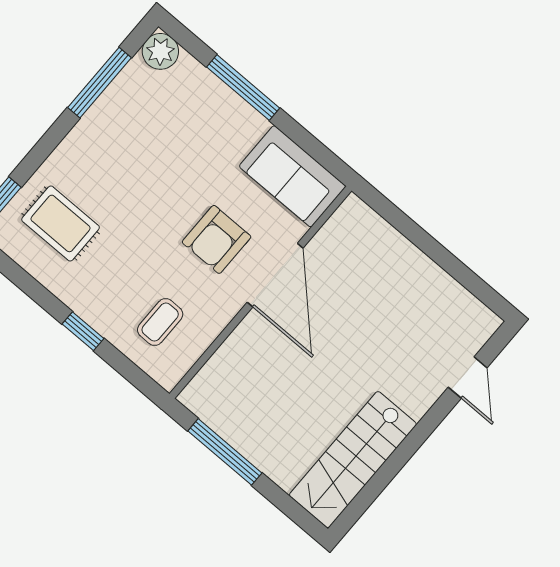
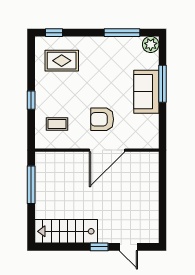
sofa: (292, 176) -> (146, 92), moved
rug: (61, 223) -> (62, 61), turned 90
door: (468, 377) -> (128, 247), hinge flipped
window: (426, 426) -> (99, 247), added

